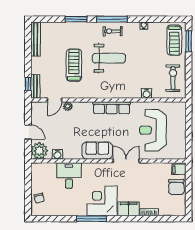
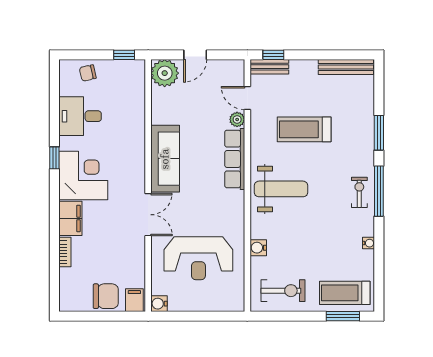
weight bench: (109, 58) -> (281, 189), moved, turned -90
treadmill: (74, 65) -> (304, 129), turned 180
row of seats: (112, 108) -> (235, 159), moved
reception desk: (153, 130) -> (198, 258), turned 180
sofa: (97, 151) -> (165, 159), width x1.36
water cooler: (57, 154) -> (159, 304), moved
window: (28, 176) -> (124, 55), added
desk: (69, 176) -> (80, 116), moved, turned 180
chair: (176, 187) -> (106, 296), turned 180
window: (91, 219) -> (54, 158), width x0.46

